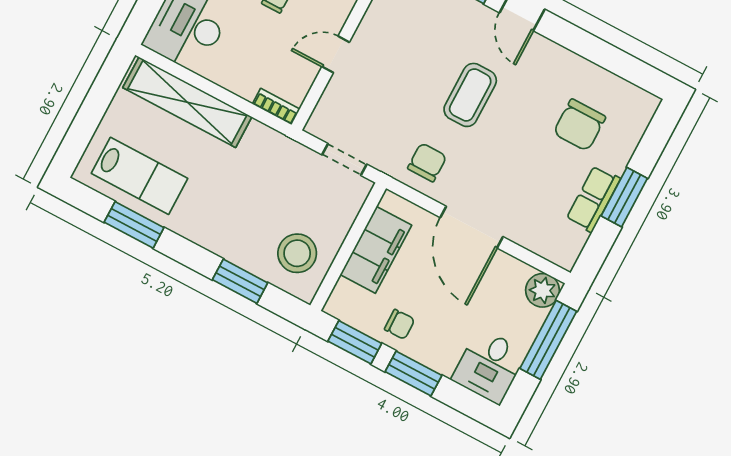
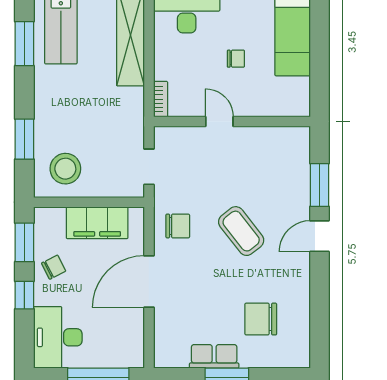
coffee table: (470, 95) -> (241, 231), turned 52
plant: (542, 290) -> (131, 355), removed
chair: (400, 324) -> (54, 267), turned -116
desk: (489, 366) -> (58, 337), width x1.37
window: (413, 373) -> (24, 295), width x0.67

